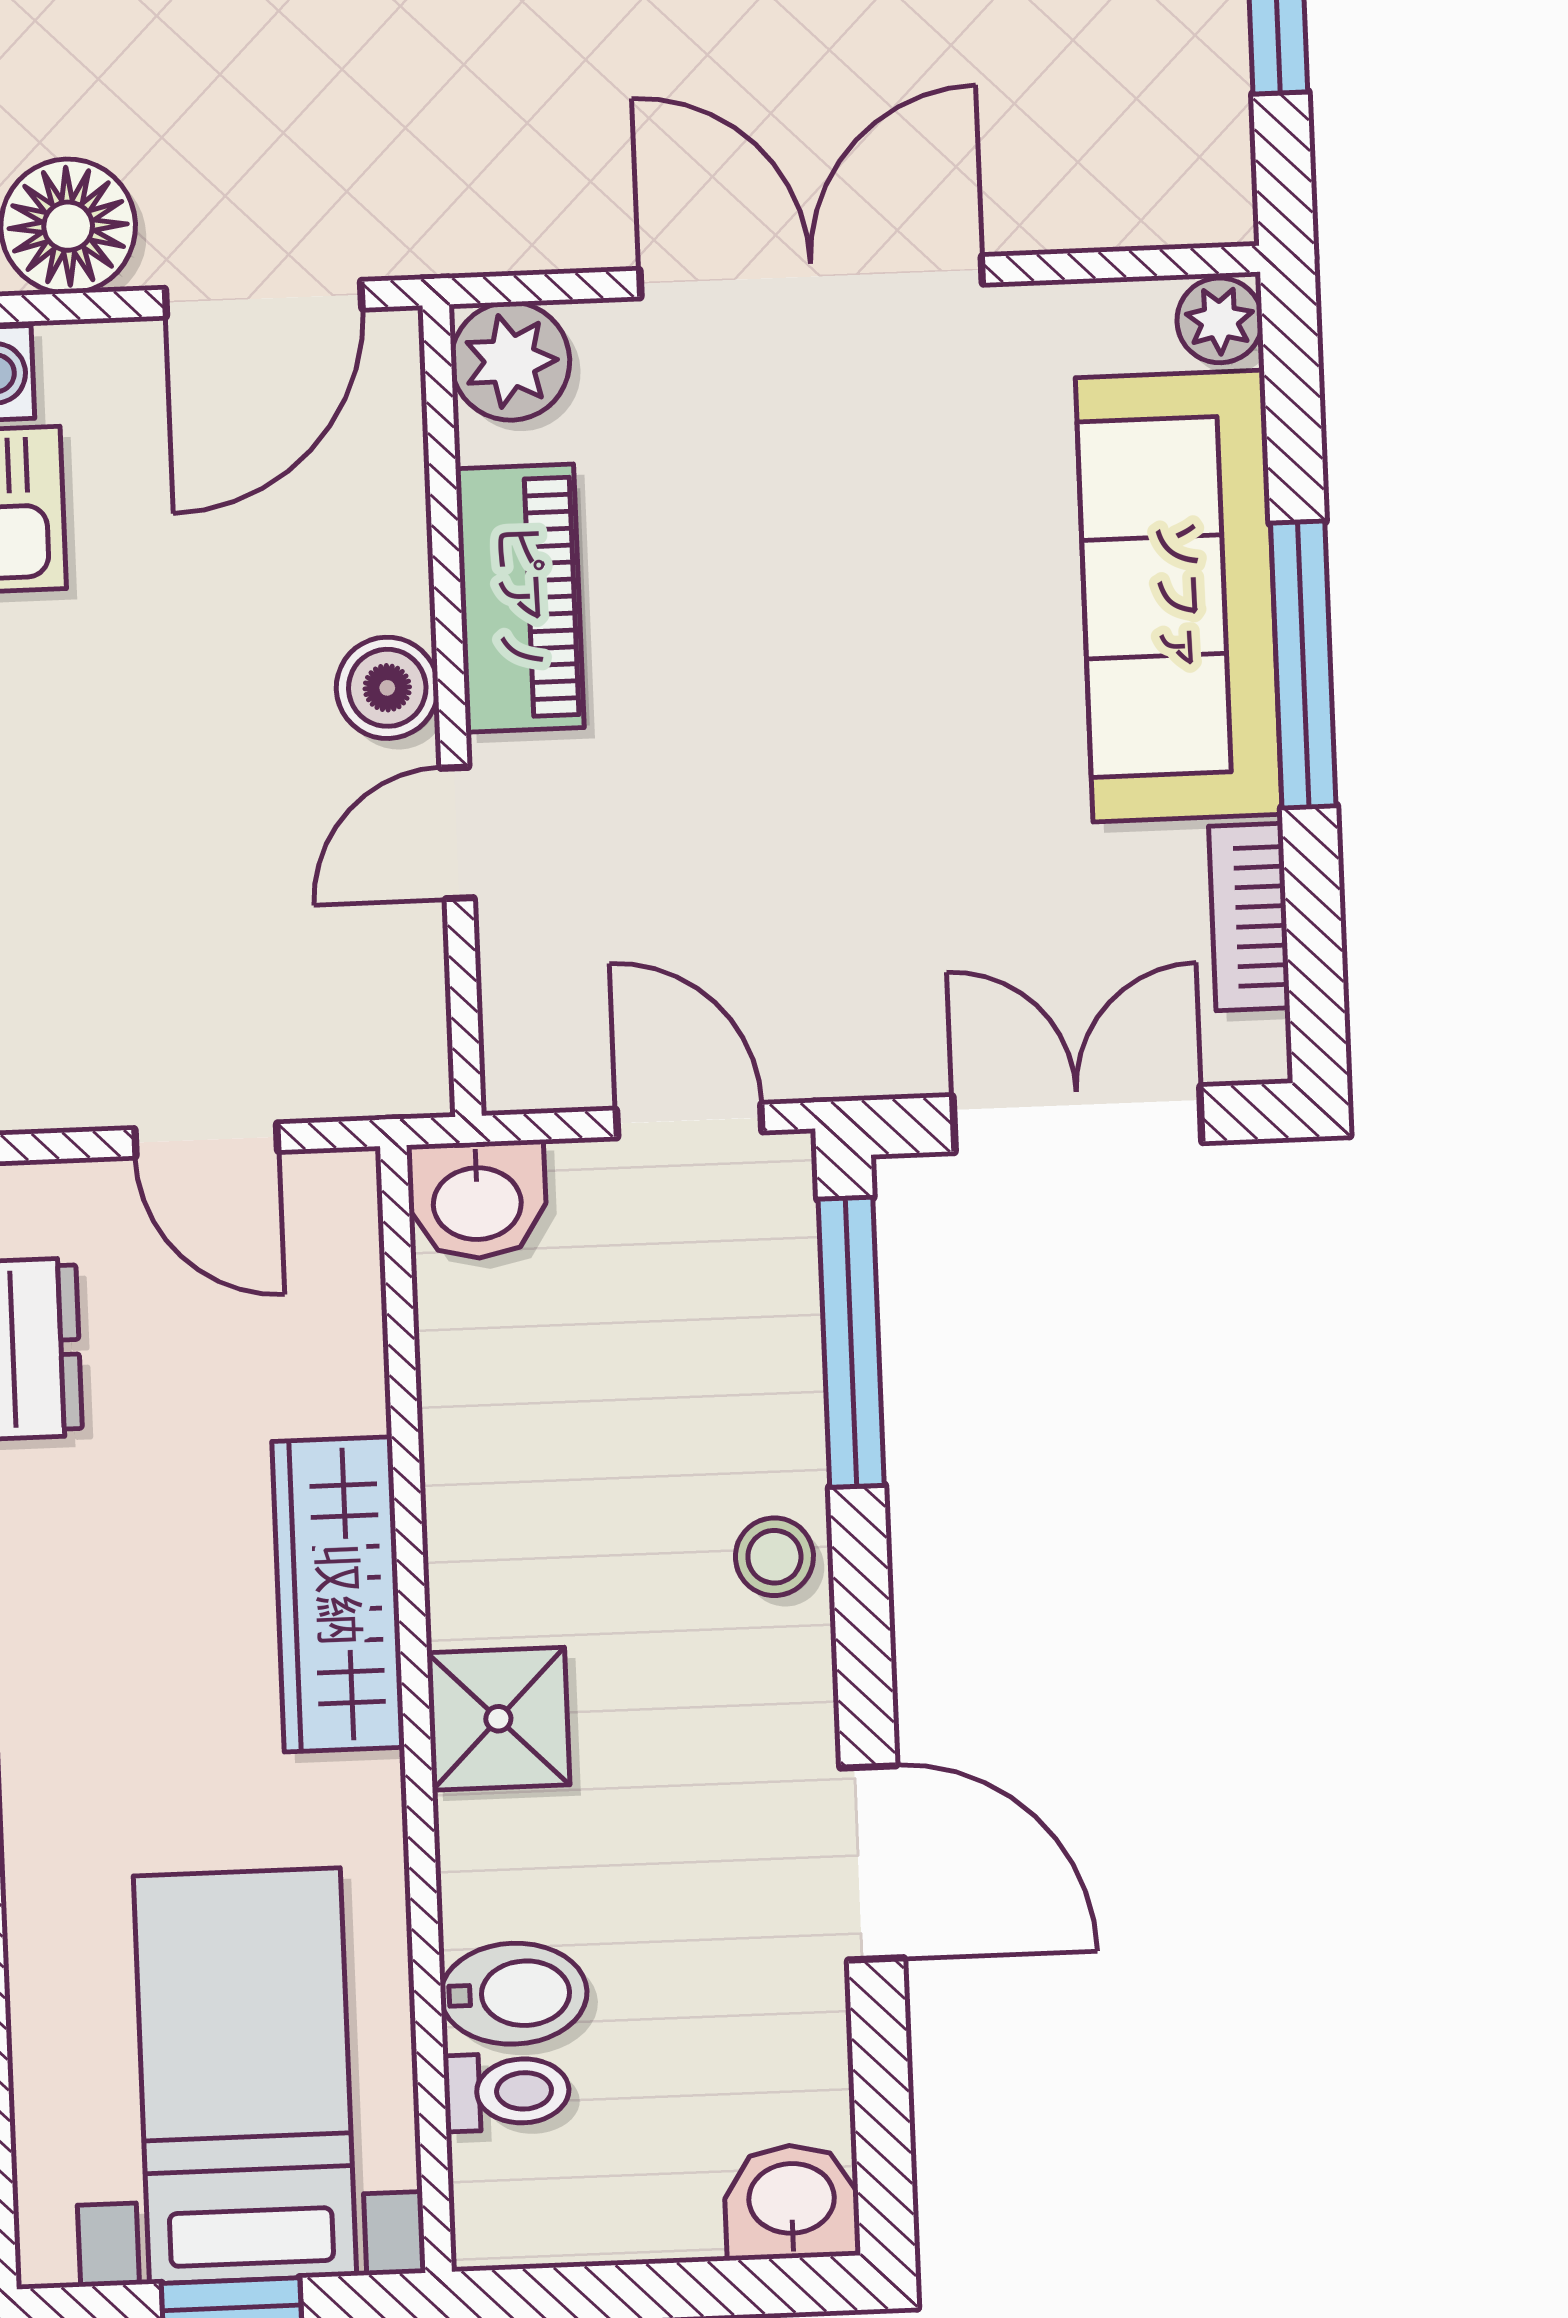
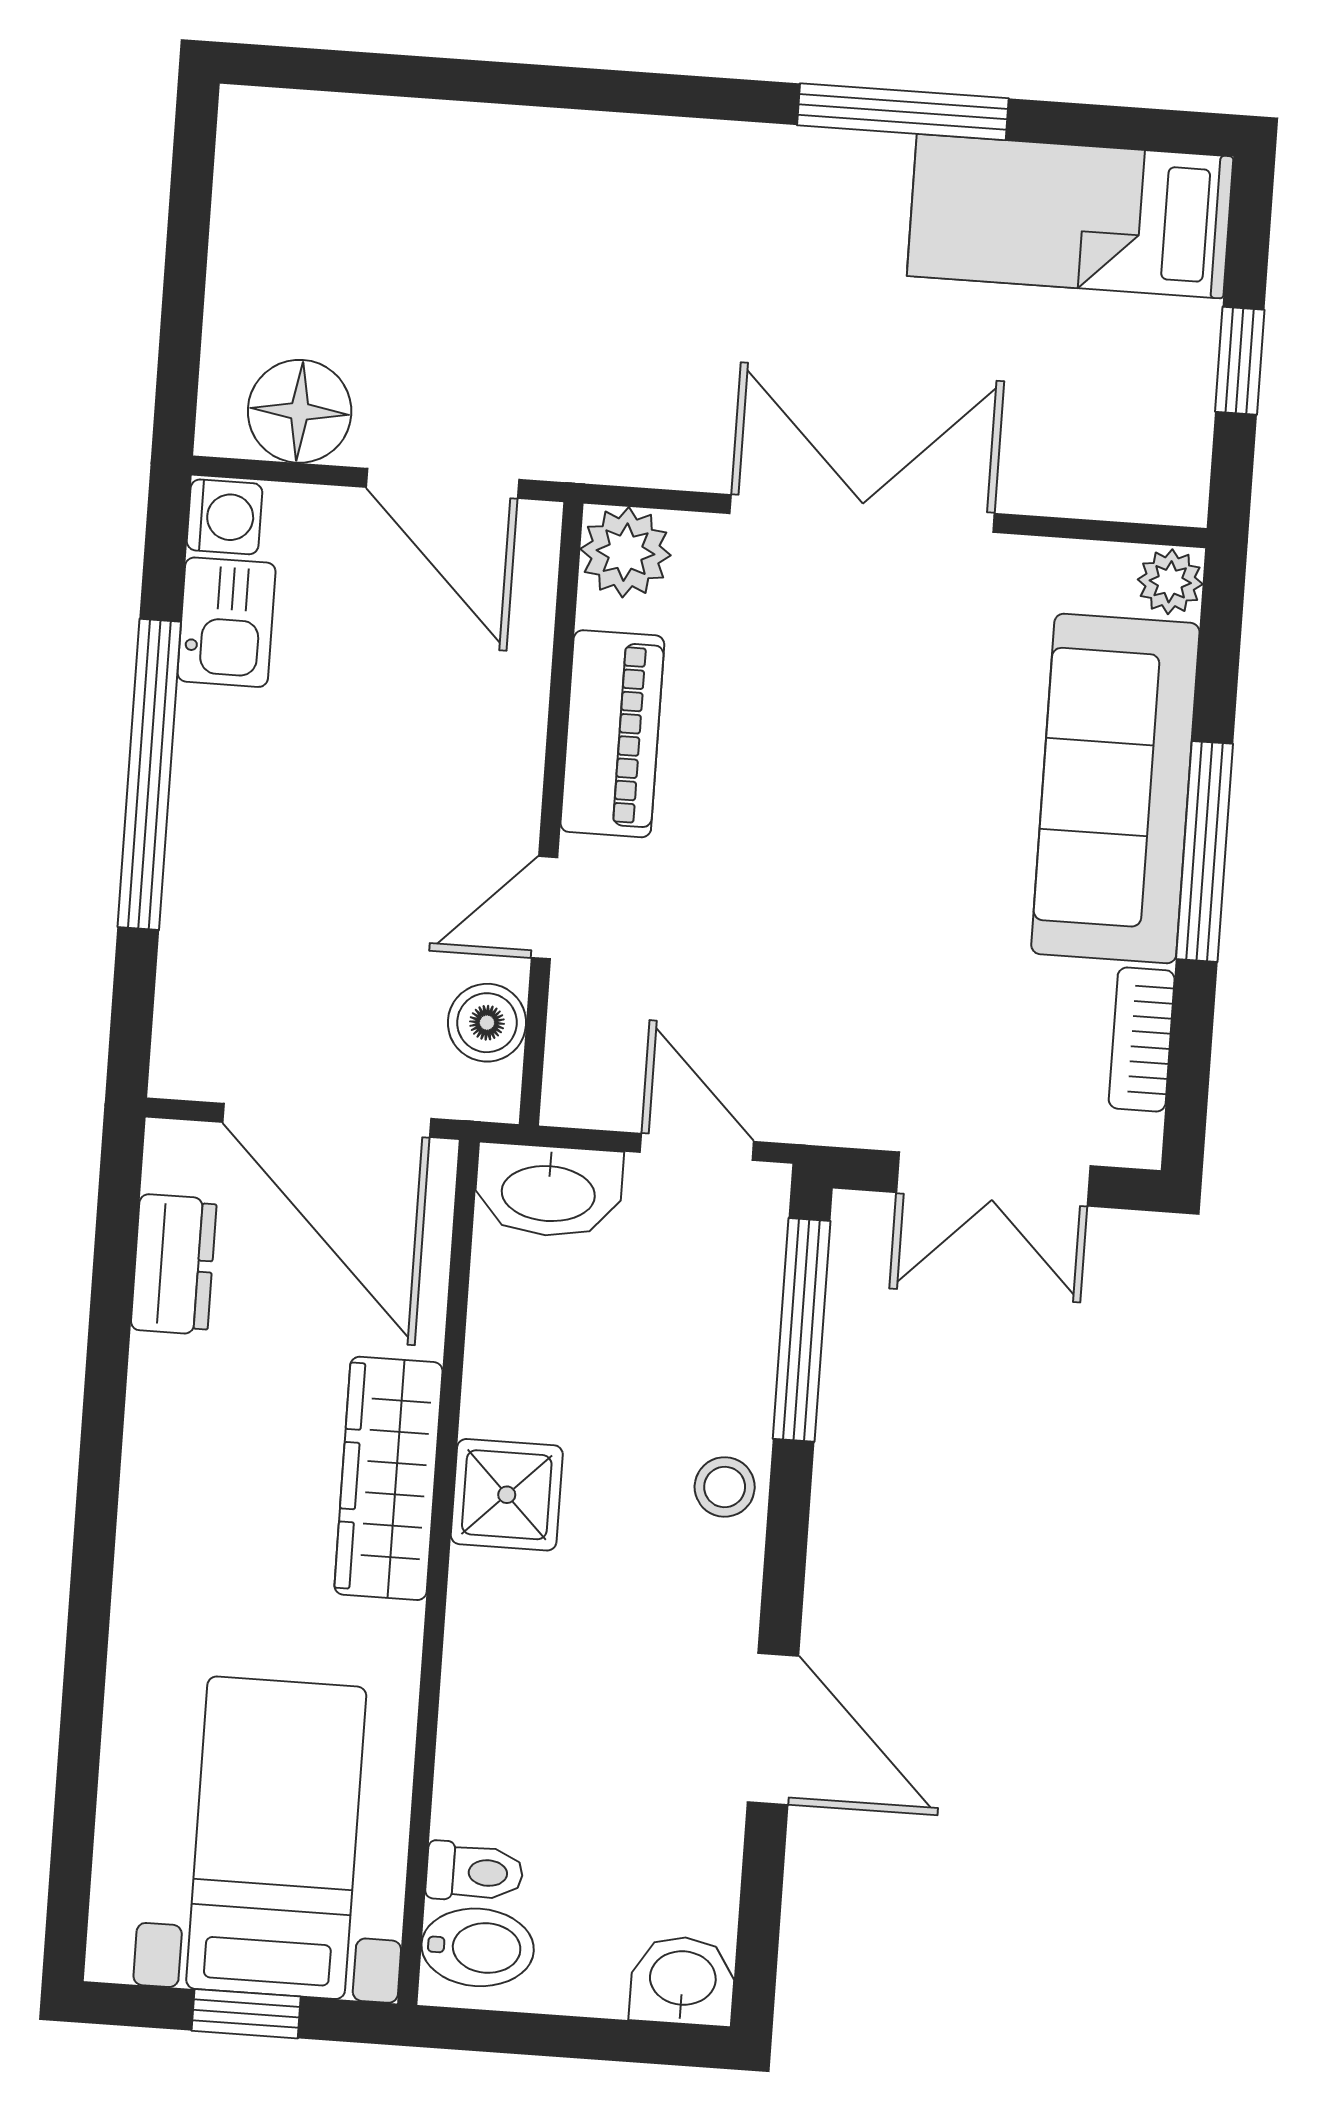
door: (264, 299) -> (442, 483), hinge flipped
boiler: (387, 688) -> (487, 1023), moved
double door: (1077, 1119) -> (993, 1179), swing flipped
door: (206, 1140) -> (327, 1120), width x1.87
washbasin: (477, 1200) -> (548, 1191), width x1.38
shower: (498, 1719) -> (507, 1495), moved
bidet: (514, 1994) -> (478, 1947), moved

